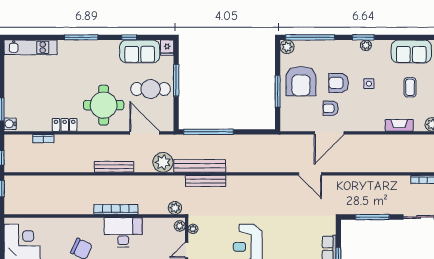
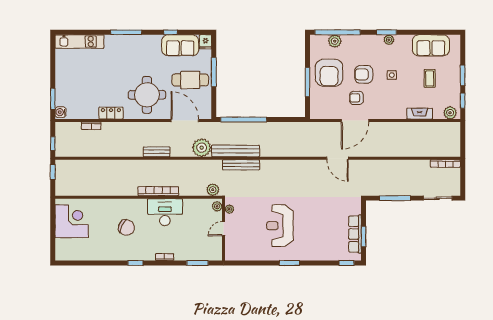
plant: (287, 47) -> (335, 41), moved
bench: (114, 167) -> (157, 152), width x0.73

